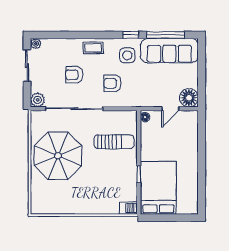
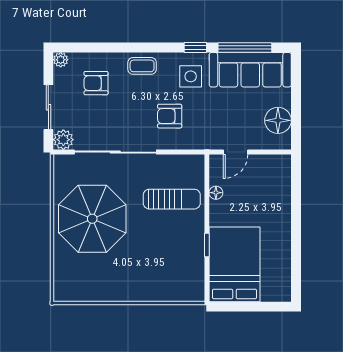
sliding door: (27, 66) -> (48, 107), moved
armchair: (74, 75) -> (96, 83), moved
floor lamp: (189, 98) -> (278, 120), moved
door: (170, 109) -> (236, 152), moved
floor lamp: (145, 117) -> (216, 193), moved
barbecue: (128, 208) -> (192, 293), removed

